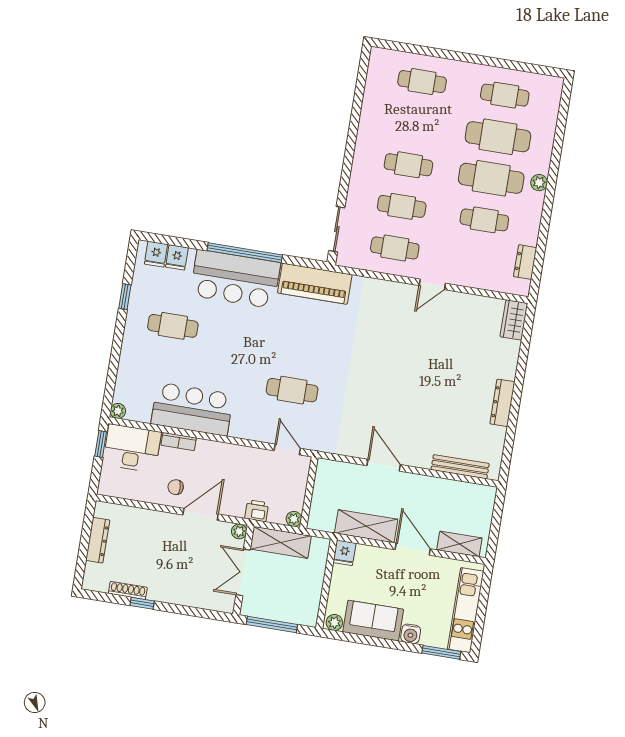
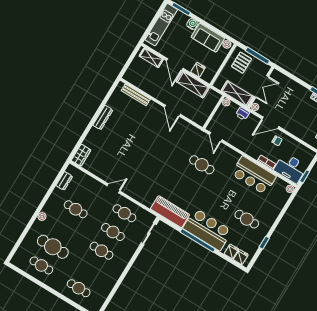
cafe table: (491, 178) -> (64, 228), removed
fridge: (344, 553) -> (198, 70), moved
pallet: (295, 600) -> (242, 63), added

